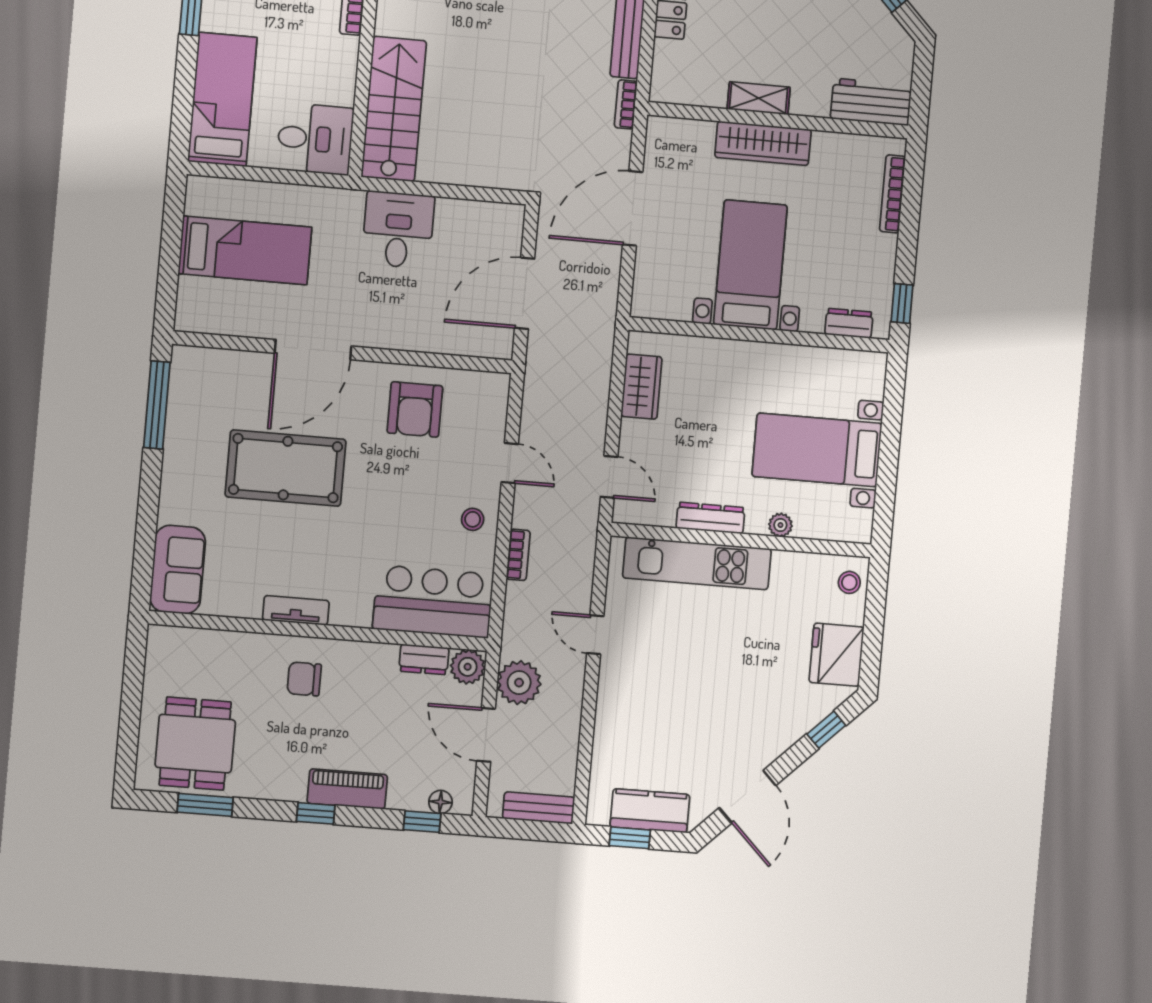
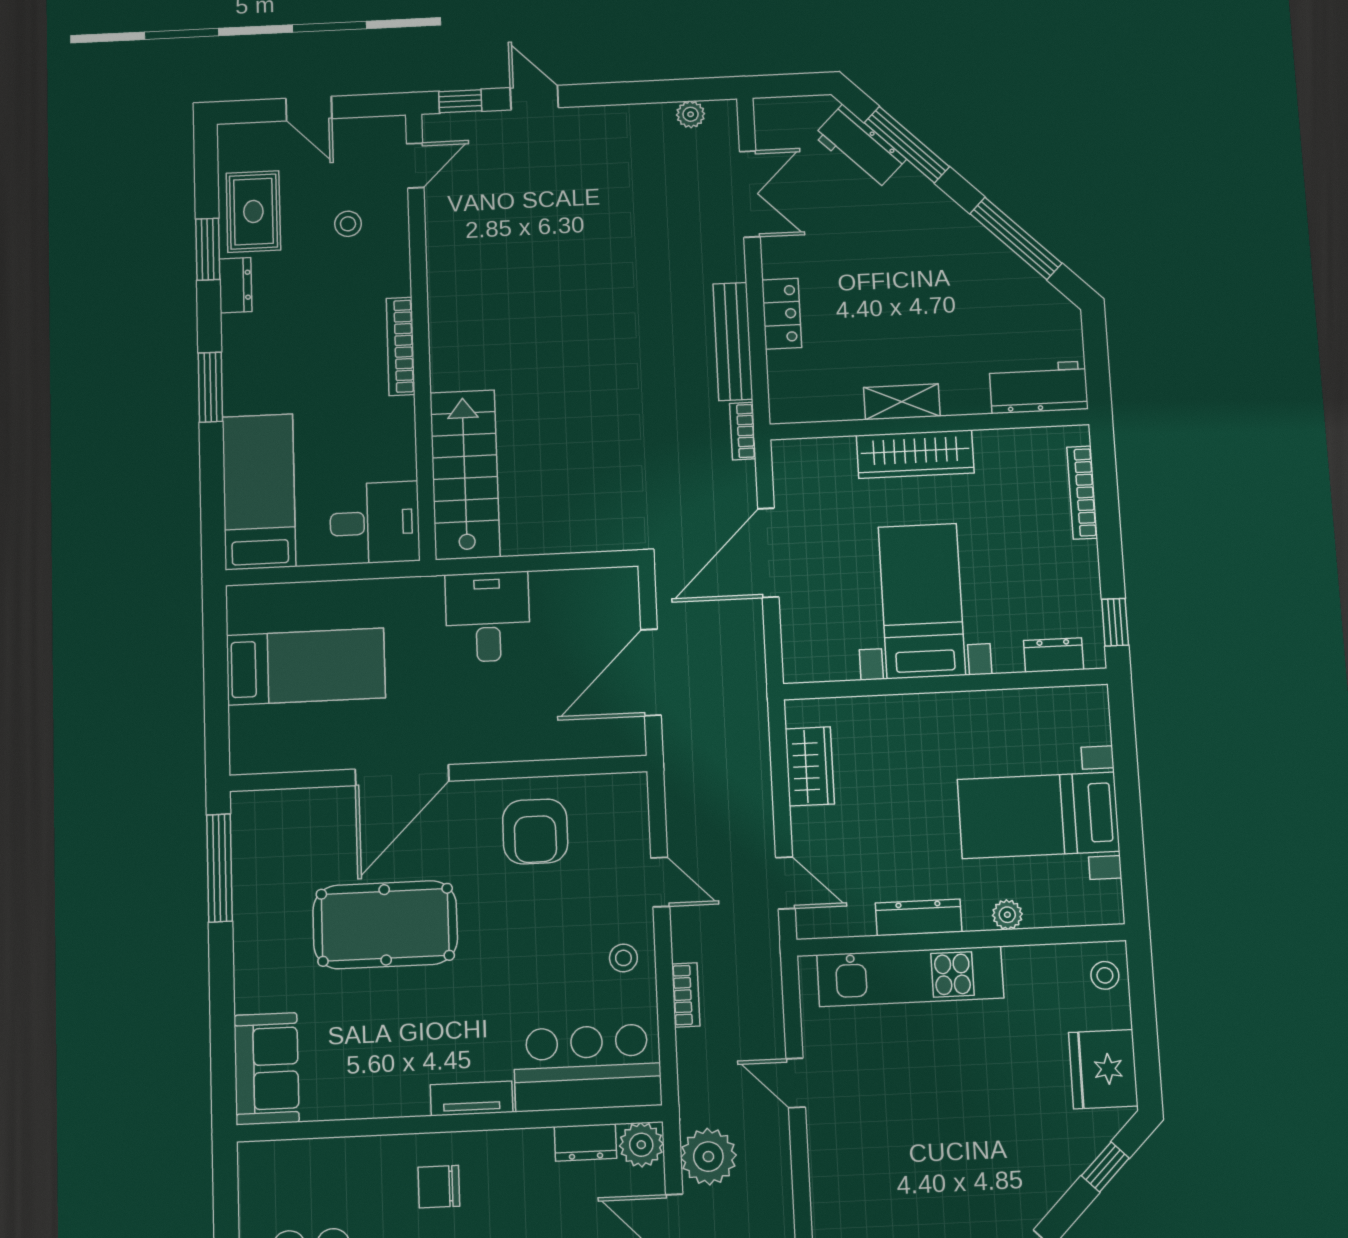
tv unit: (296, 610) -> (472, 1098), moved

